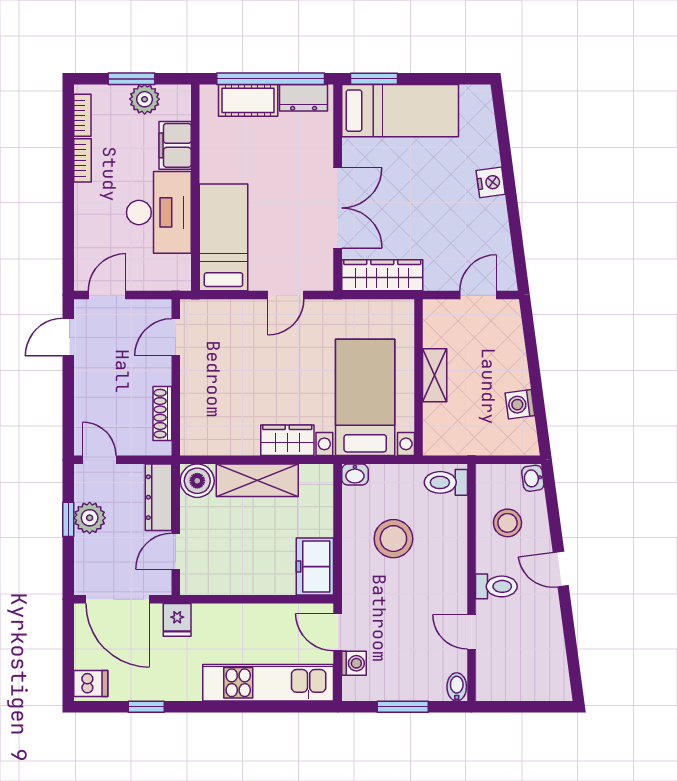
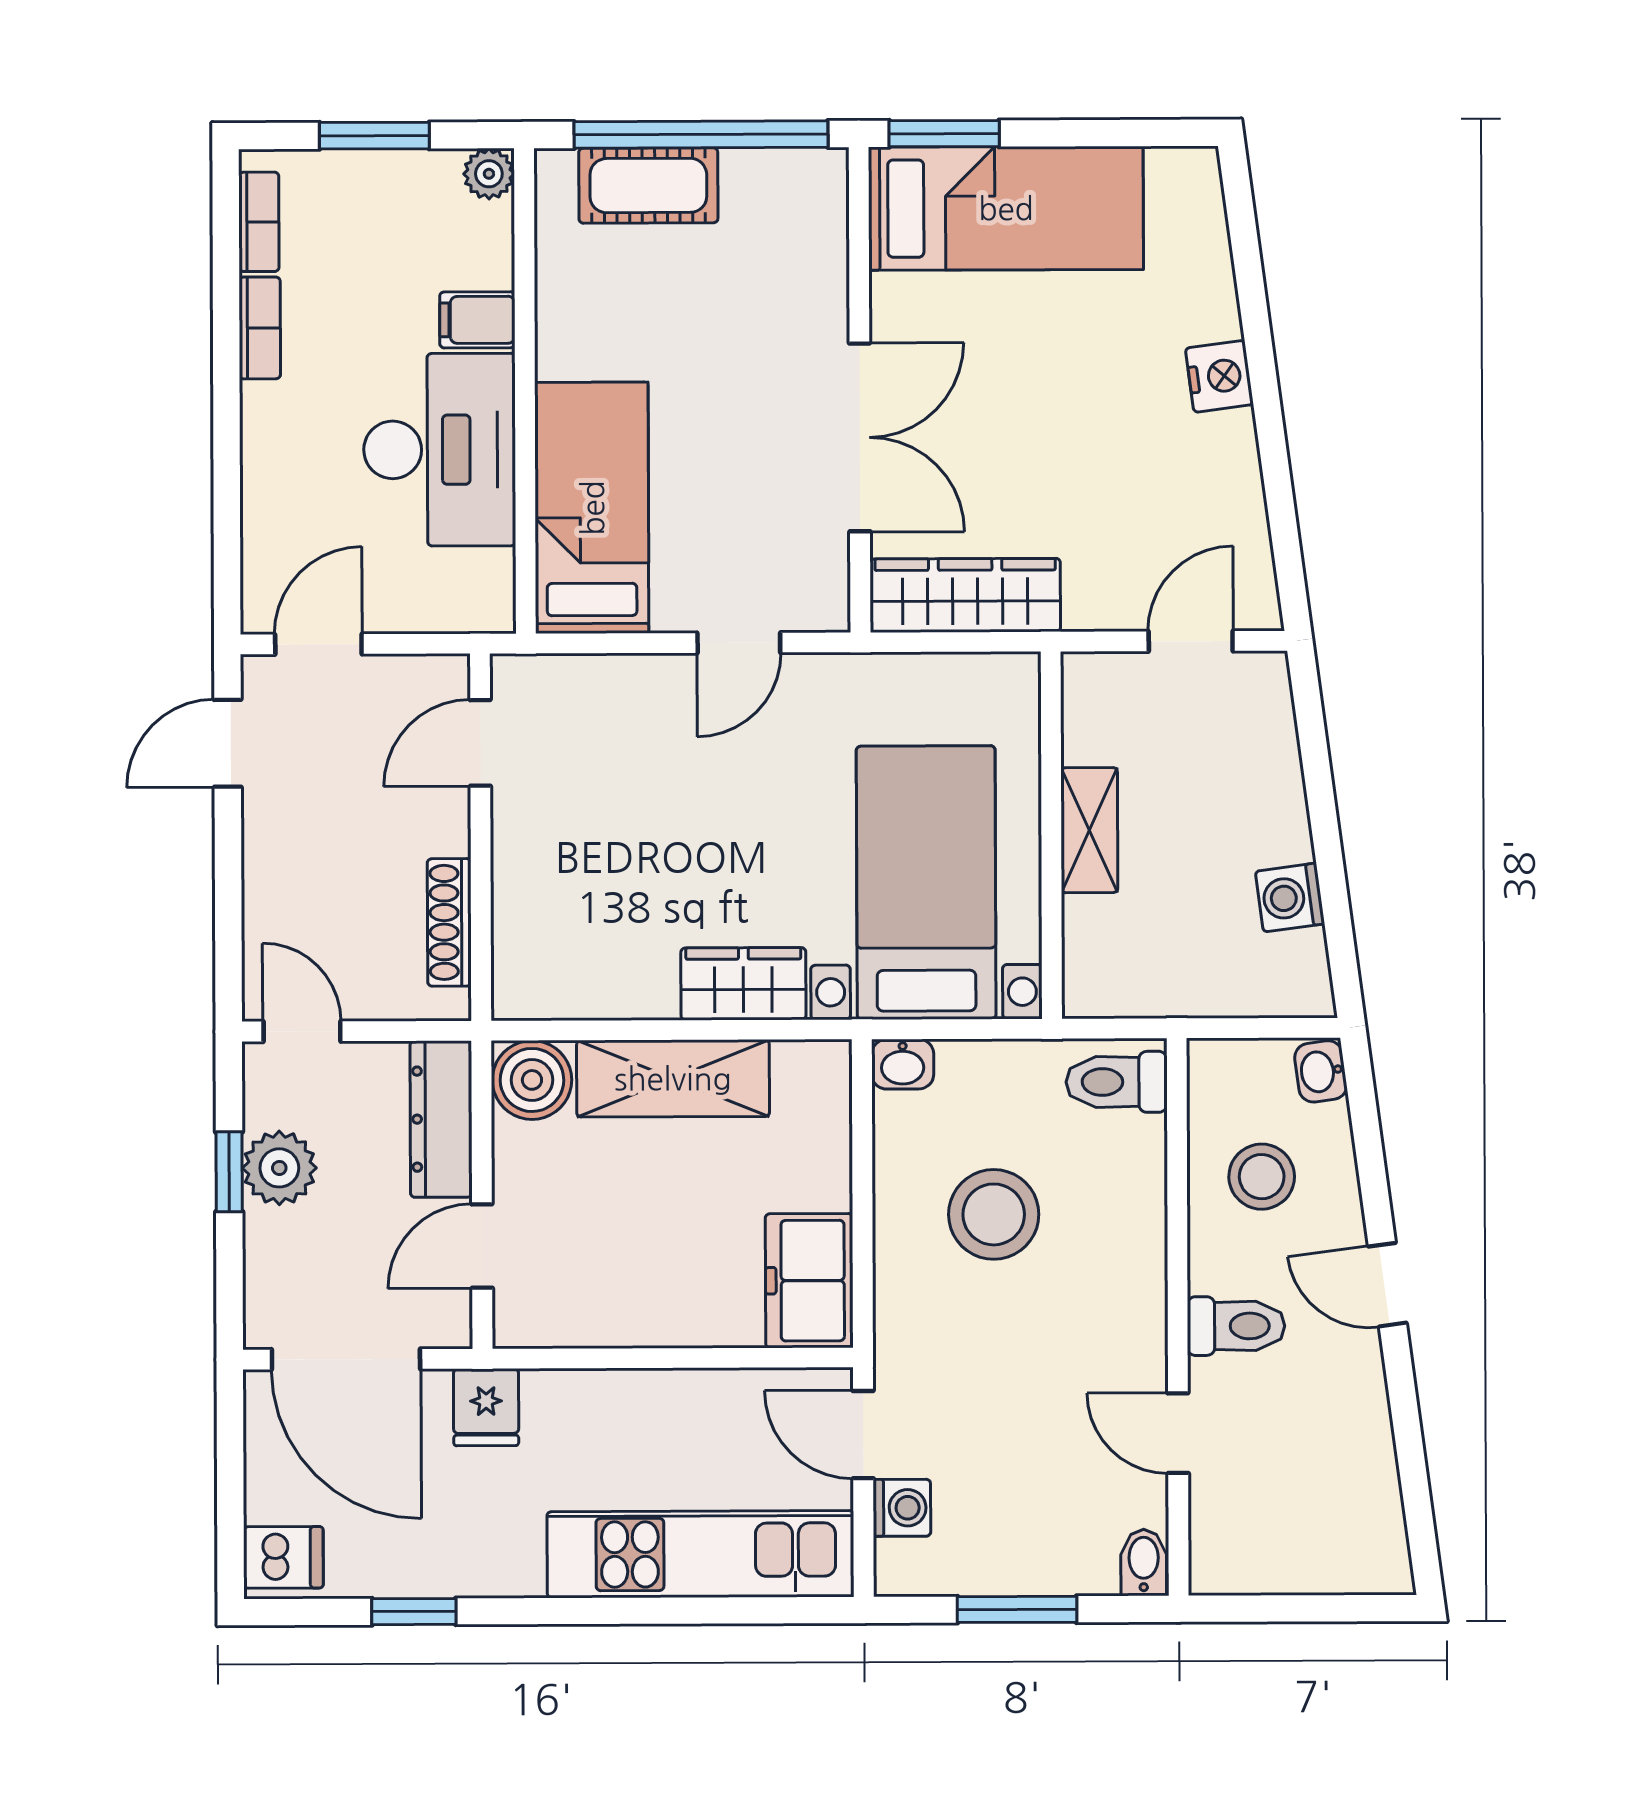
dresser: (304, 98) -> (779, 179), removed
plant: (145, 99) -> (489, 174), moved, width x0.73, depth x0.73
filing cabinet: (175, 145) -> (477, 320), width x0.50

